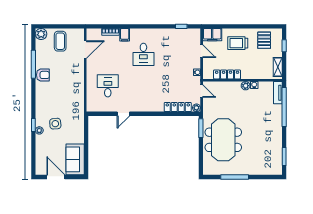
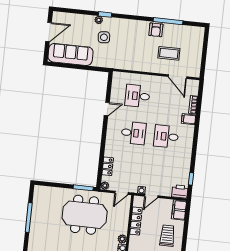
plant: (41, 34) -> (199, 32), removed
printer: (194, 36) -> (180, 191), added
coffee table: (60, 41) -> (169, 53), moved
door: (202, 51) -> (151, 196), moved
desk: (108, 86) -> (137, 96), turned 180
desk: (143, 86) -> (133, 133), added
locker: (178, 107) -> (108, 166), width x0.66
door: (123, 114) -> (107, 109), swing flipped
meeting table: (223, 140) -> (85, 215), moved
sofa: (75, 159) -> (71, 54), width x1.36

